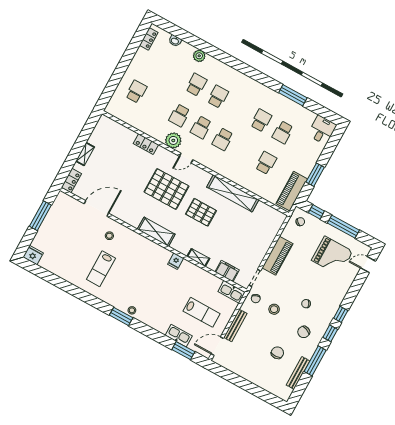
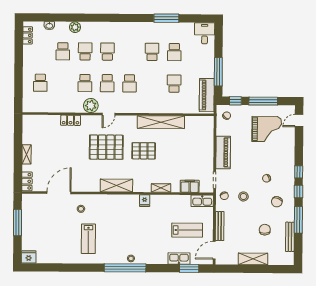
school desk: (175, 73) -> (63, 51), added
school desk: (136, 92) -> (40, 83), turned 180
window: (315, 175) -> (218, 72), width x1.44
window: (121, 316) -> (125, 268), width x2.11
shelving: (251, 375) -> (253, 259), added

